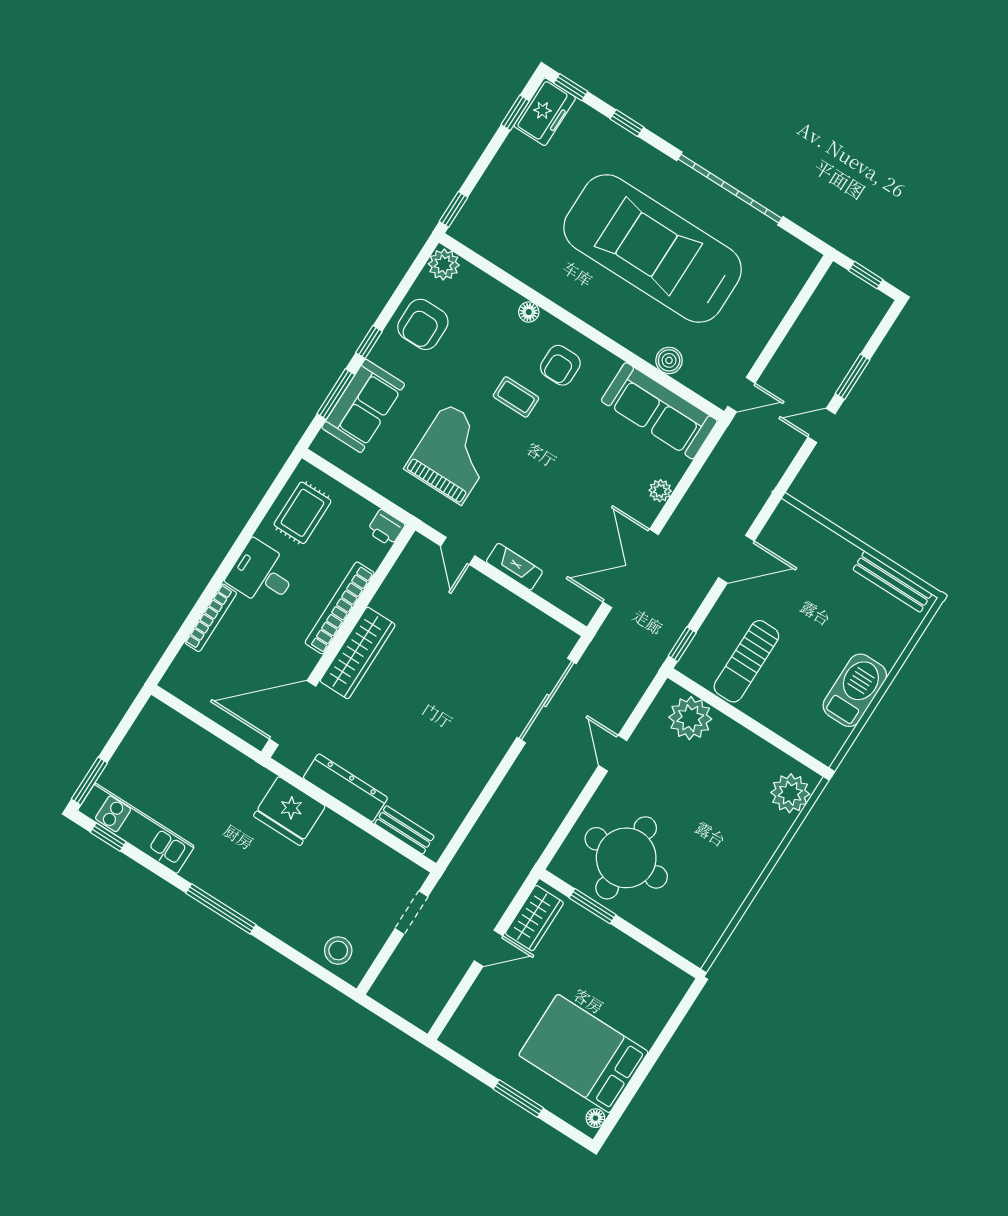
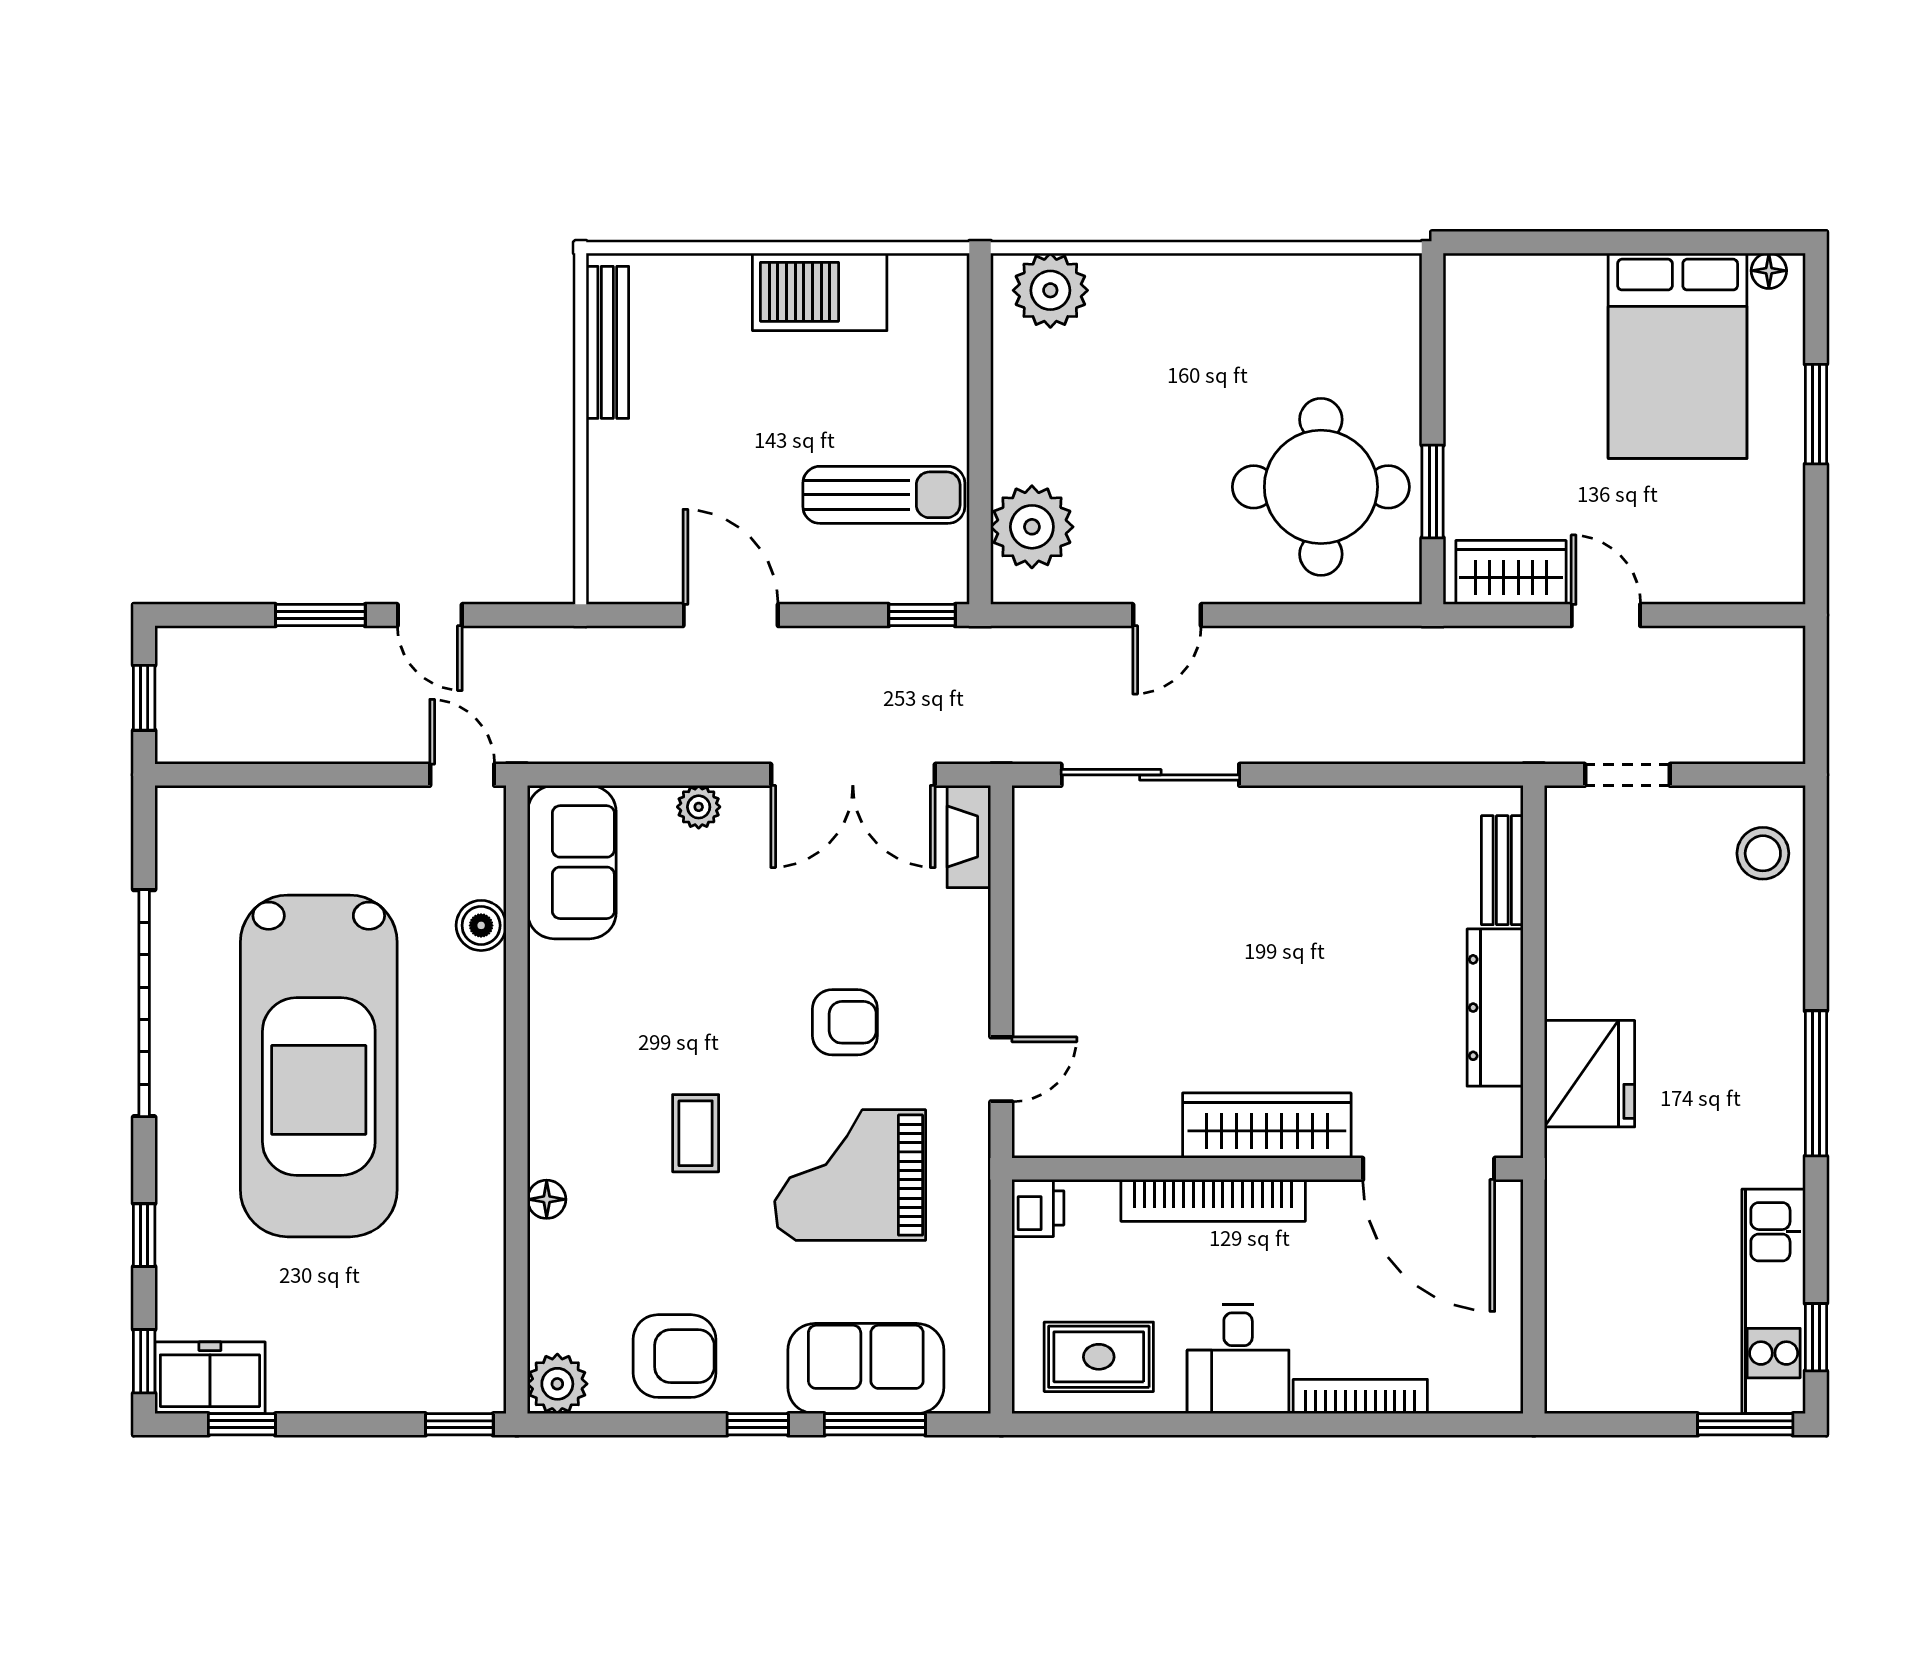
armchair: (560, 365) -> (845, 1022), moved
sofa: (659, 411) -> (572, 862), width x0.73
fireplace: (514, 567) -> (969, 837), moved

